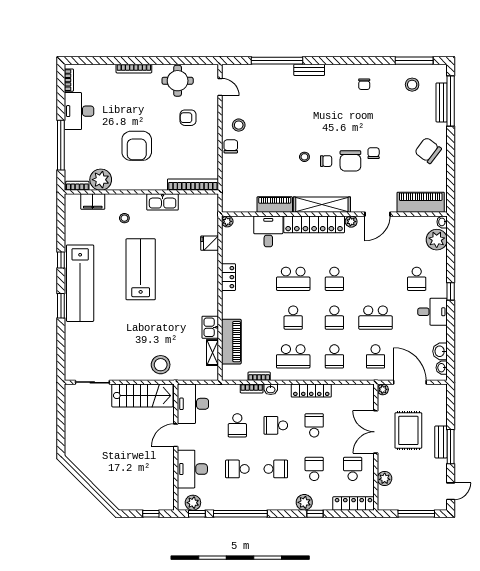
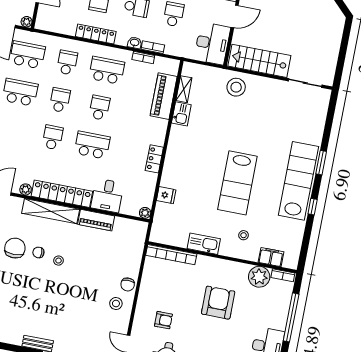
school desk: (376, 356) -> (27, 55), width x1.85

